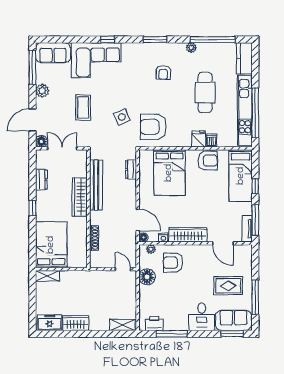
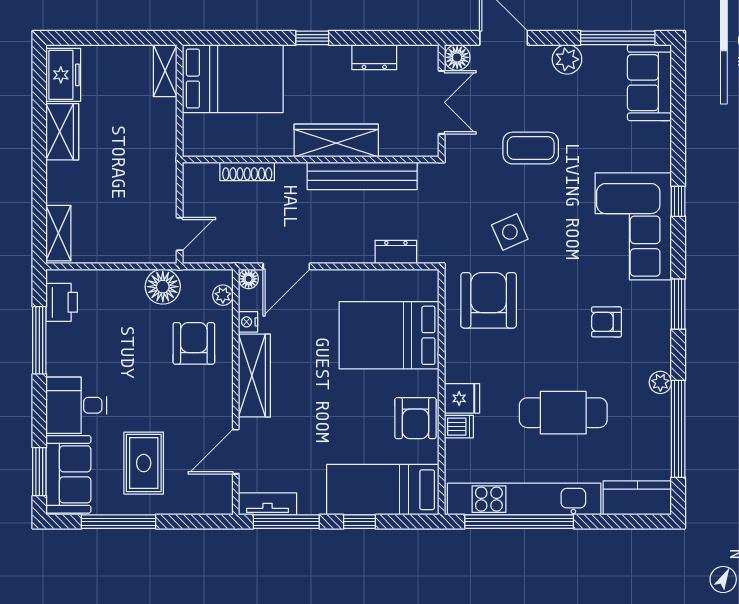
corner sofa: (96, 60) -> (633, 226), moved

